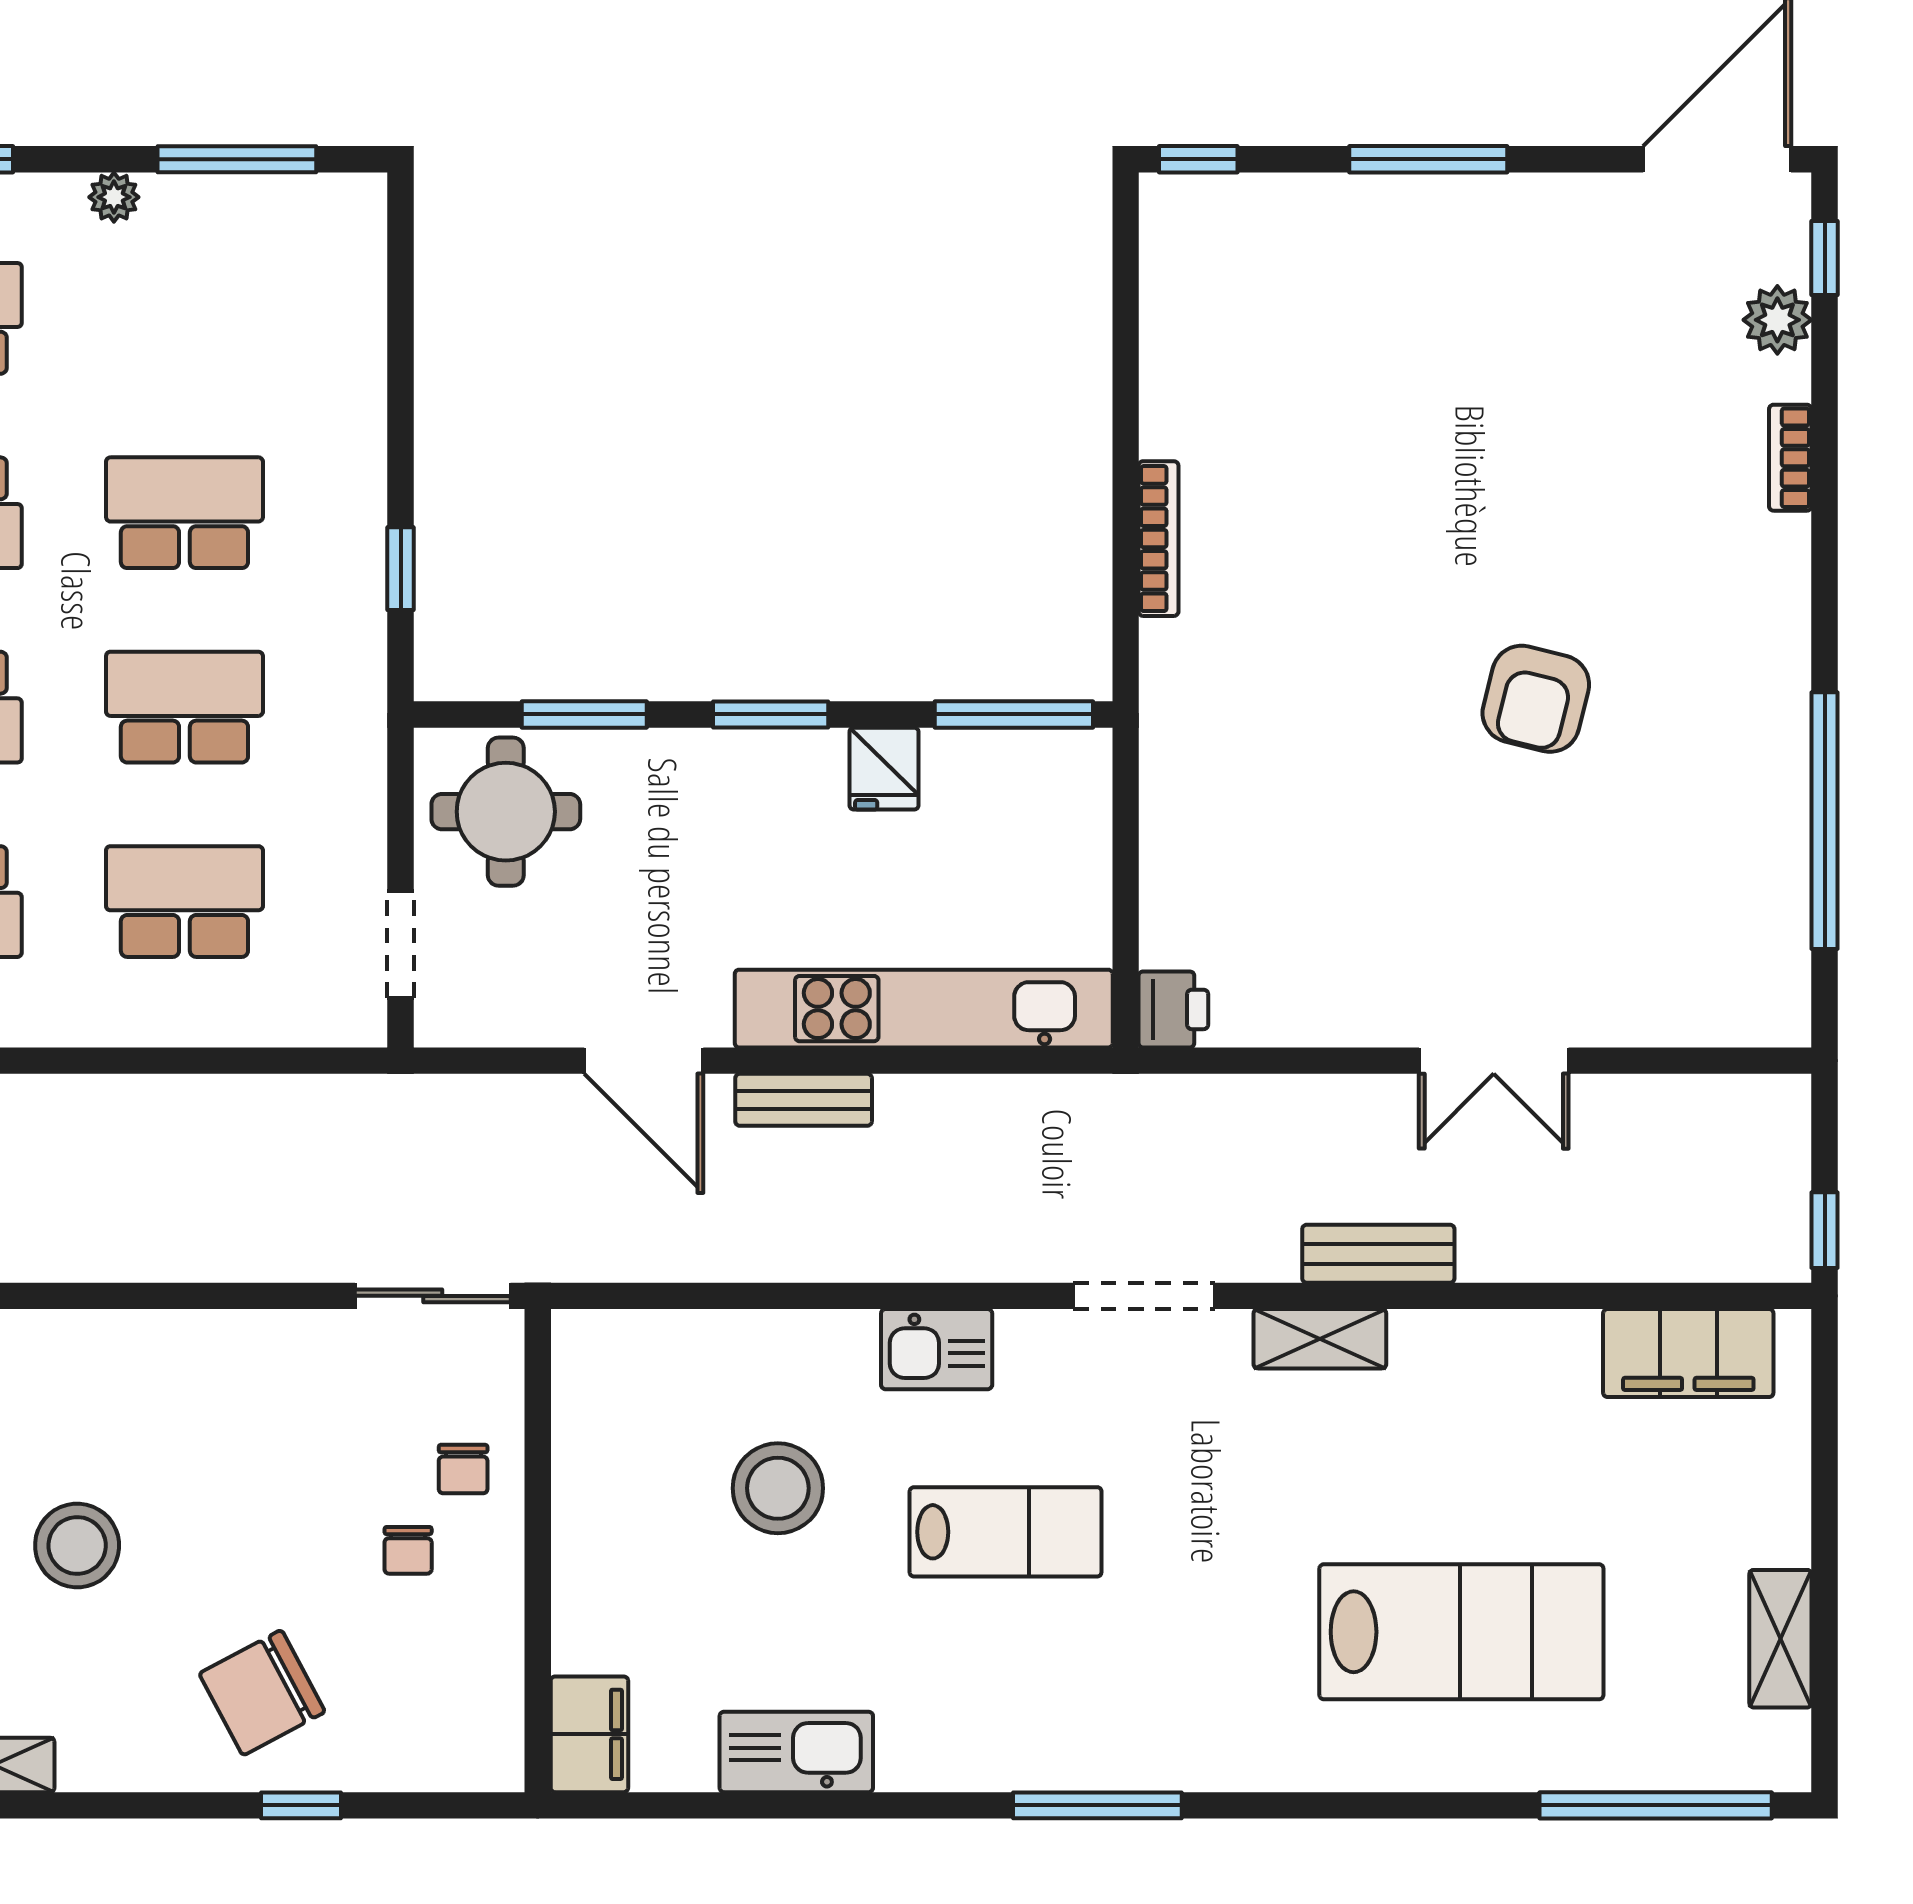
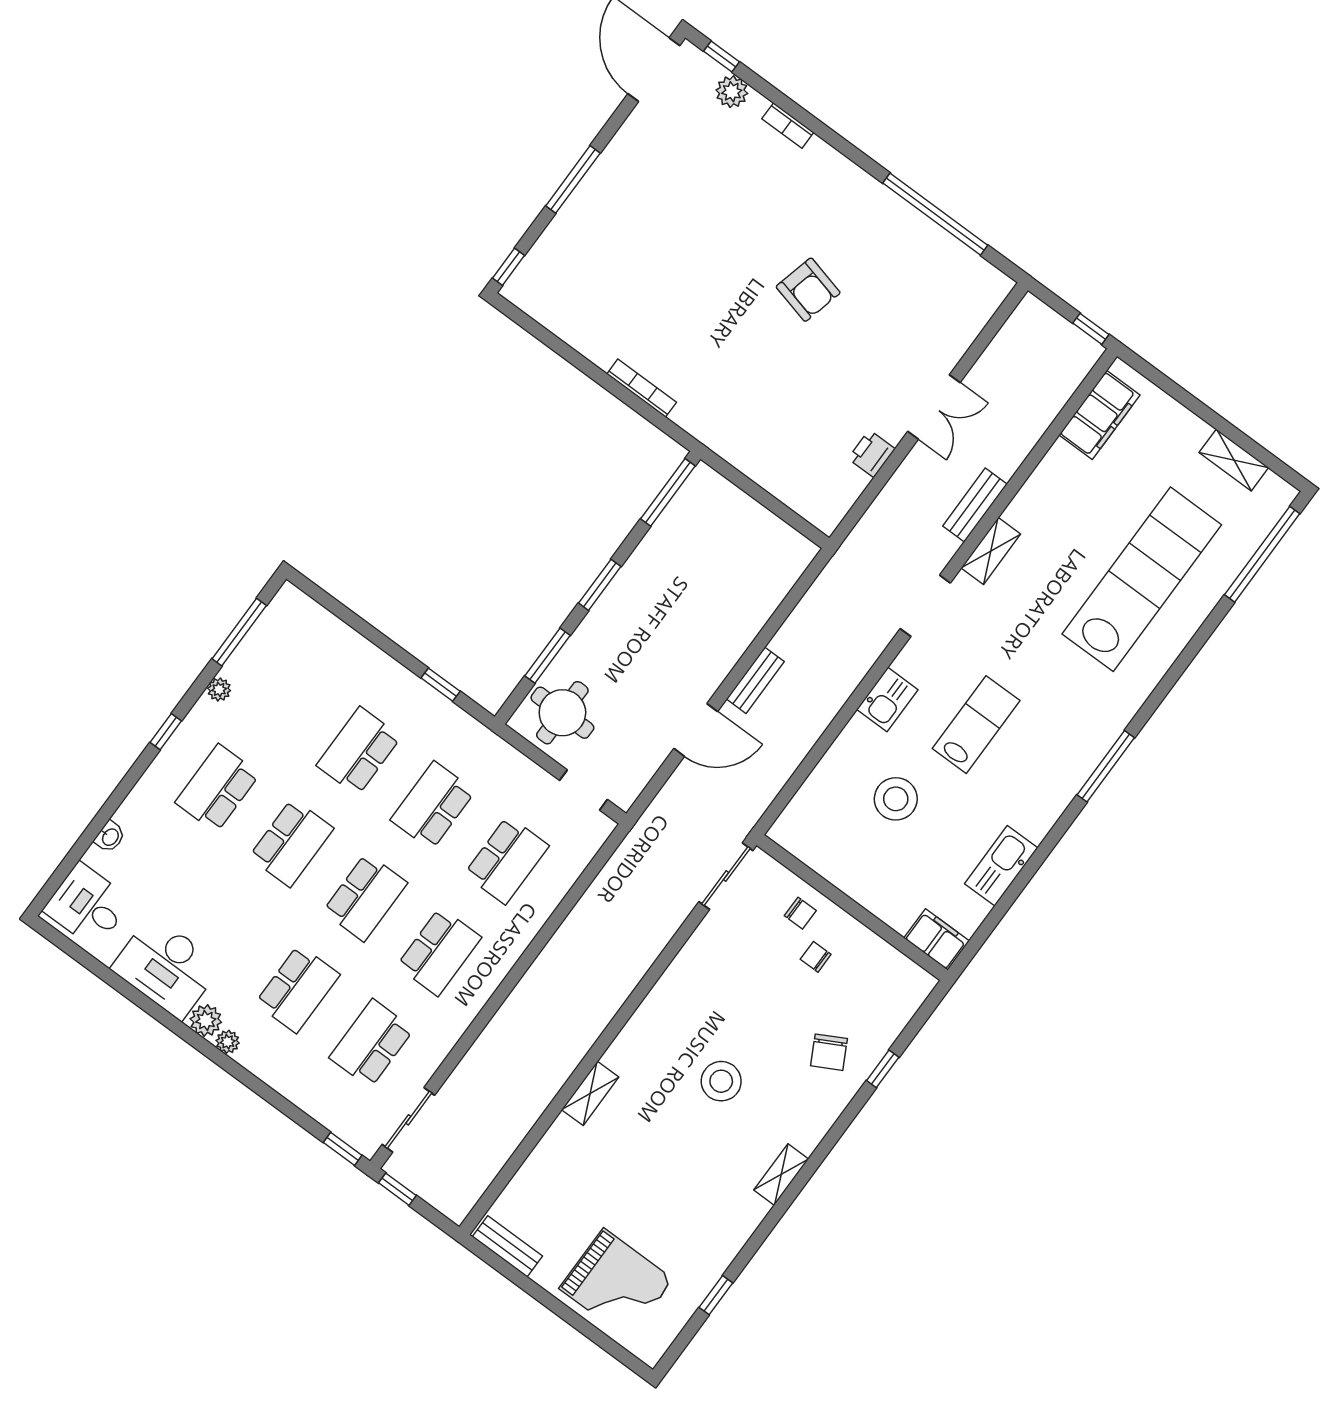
fridge: (884, 769) -> (652, 557), removed
school desk: (184, 902) -> (507, 860), turned 180
kitchen unit: (924, 1009) -> (754, 609), removed
printer: (1173, 1009) -> (872, 454), moved, turned -90
chair: (408, 1550) -> (816, 957), turned 180
lab bench: (1461, 1632) -> (1142, 579), width x1.36
chair: (262, 1693) -> (829, 1052), width x0.73, depth x0.73

